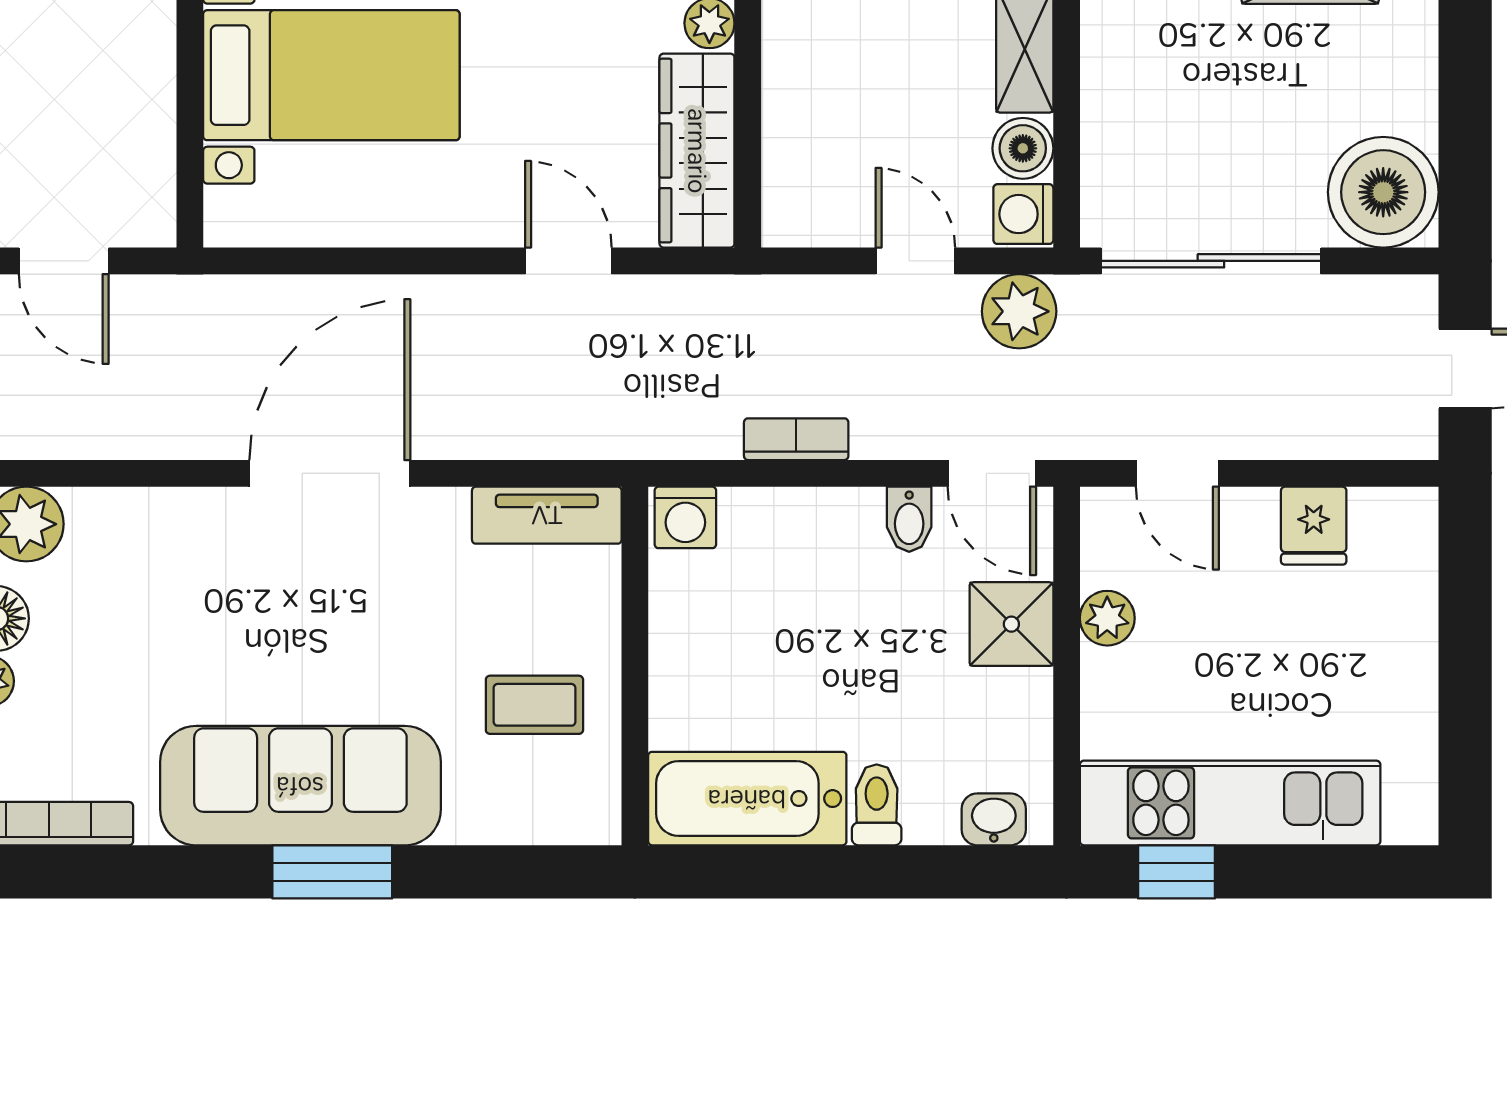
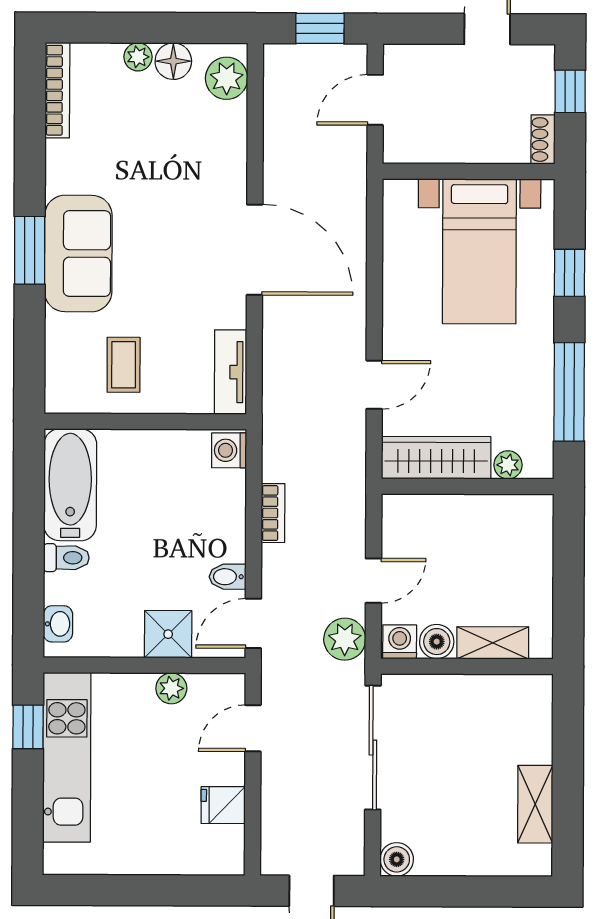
boiler: (1383, 192) -> (397, 859), width x0.54, depth x0.54
sofa: (300, 786) -> (78, 253), width x0.73

